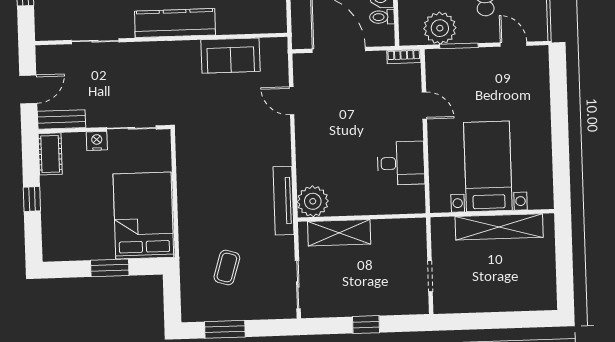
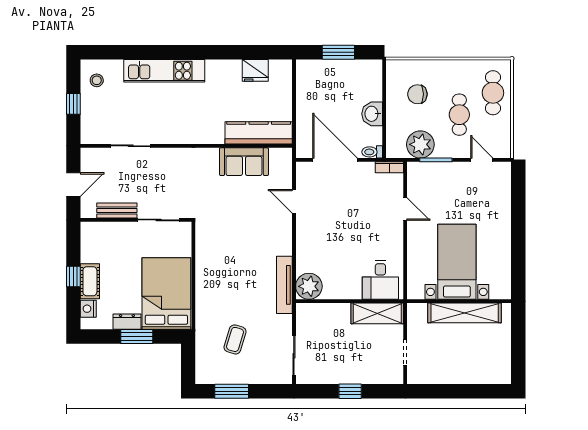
toilet: (382, 17) -> (372, 152), moved
kitchen counter: (175, 23) -> (259, 133), moved
bench: (61, 119) -> (117, 211), moved
nightstand: (97, 141) -> (88, 309), moved, turned -90
cot: (50, 154) -> (90, 281), moved
desk: (401, 163) -> (380, 280), moved, turned 90
shelving: (339, 233) -> (377, 313), moved
dresser: (98, 251) -> (127, 322), added

